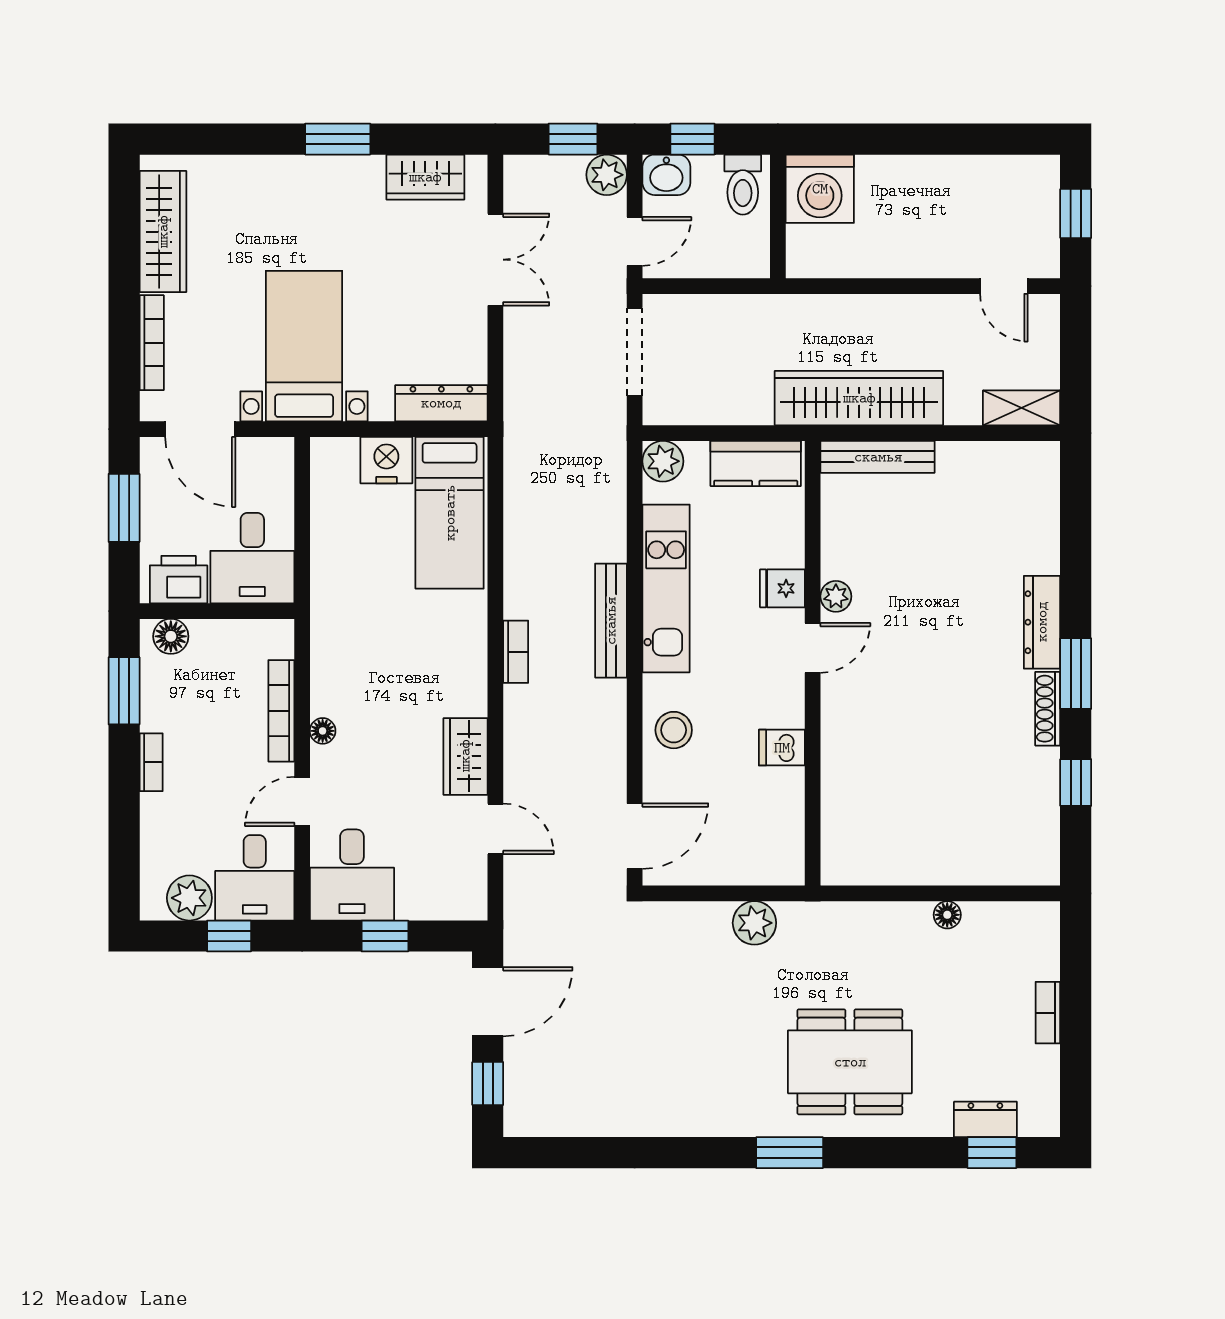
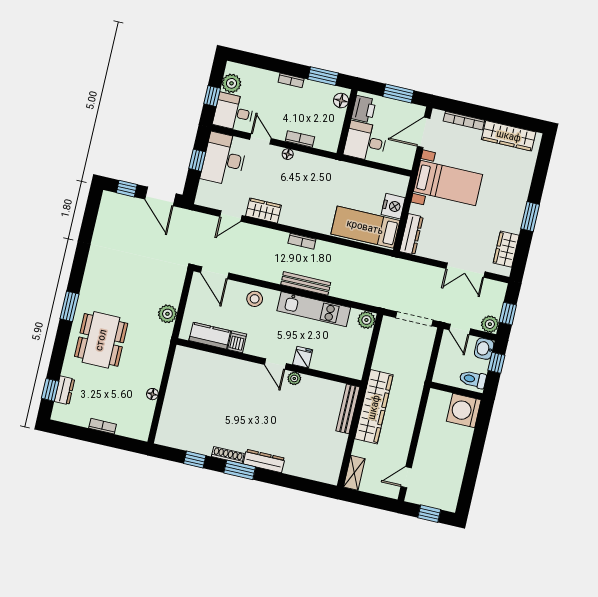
kitchen counter: (756, 463) -> (210, 336), moved, turned 90
bookcase: (281, 711) -> (300, 139), width x0.64
desk: (352, 875) -> (224, 159), width x1.37

